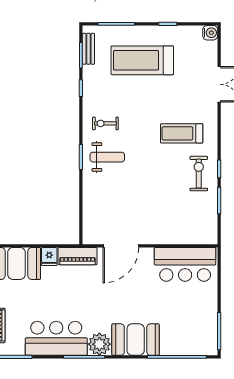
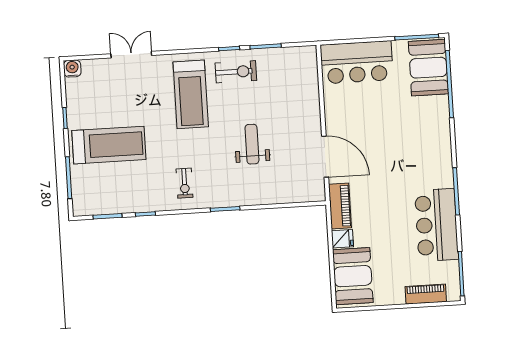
bench: (88, 49) -> (99, 208), removed
treadmill: (142, 60) -> (109, 145), turned -90
treadmill: (182, 133) -> (191, 94), width x1.37, depth x1.38
weight bench: (107, 157) -> (252, 144), moved
exercise bike: (199, 173) -> (236, 72), turned 180
bar counter: (185, 264) -> (357, 62), moved, turned 90
booth: (136, 340) -> (428, 68), moved
plant: (99, 344) -> (440, 174), removed

